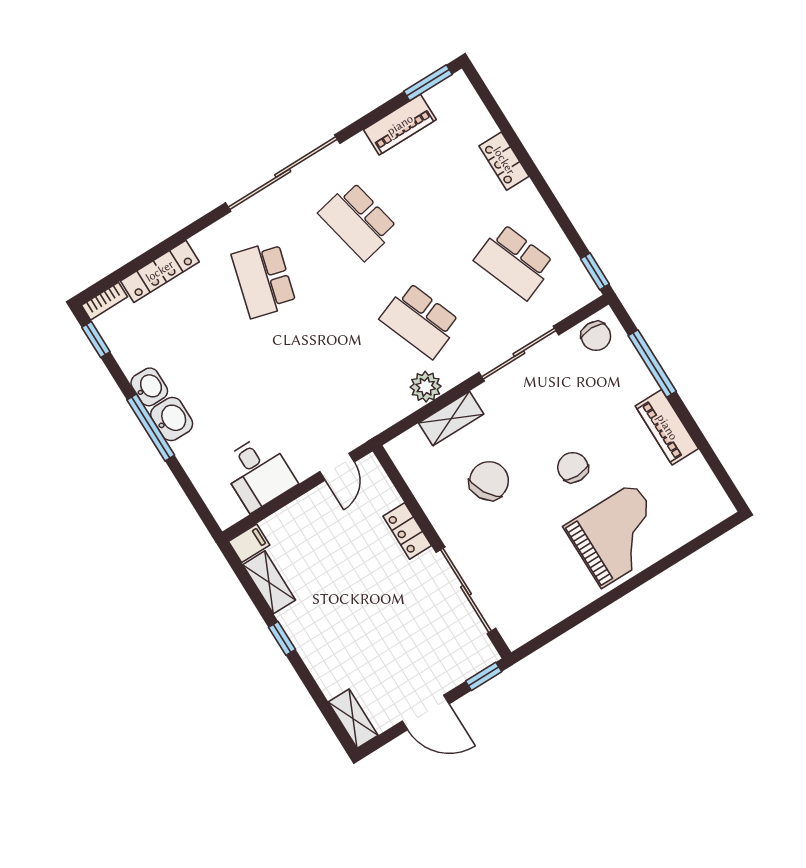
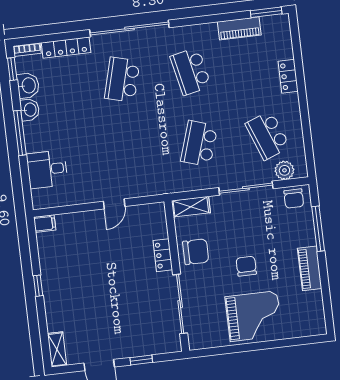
sliding door: (283, 173) -> (129, 29), moved
window: (595, 271) -> (310, 162), removed
school desk: (420, 320) -> (199, 144), turned 39
plant: (426, 387) -> (284, 170), moved
washbasin: (172, 419) -> (28, 85), moved
desk: (258, 473) -> (47, 169), moved, turned 90
chair: (489, 481) -> (196, 252), turned 30
locker: (407, 531) -> (163, 255), moved
wall: (442, 552) -> (177, 276), moved
shelving: (269, 582) -> (46, 251), removed
sliding door: (466, 590) -> (180, 304), moved

